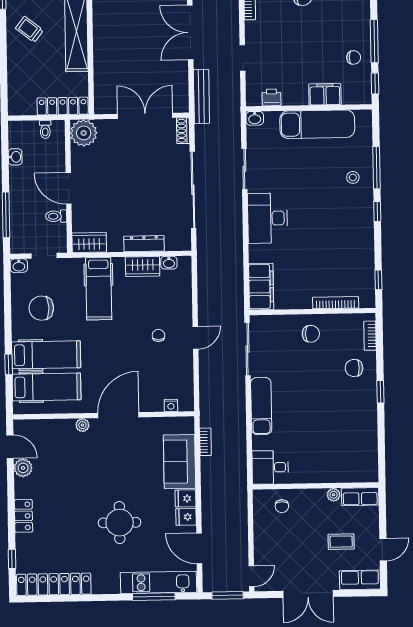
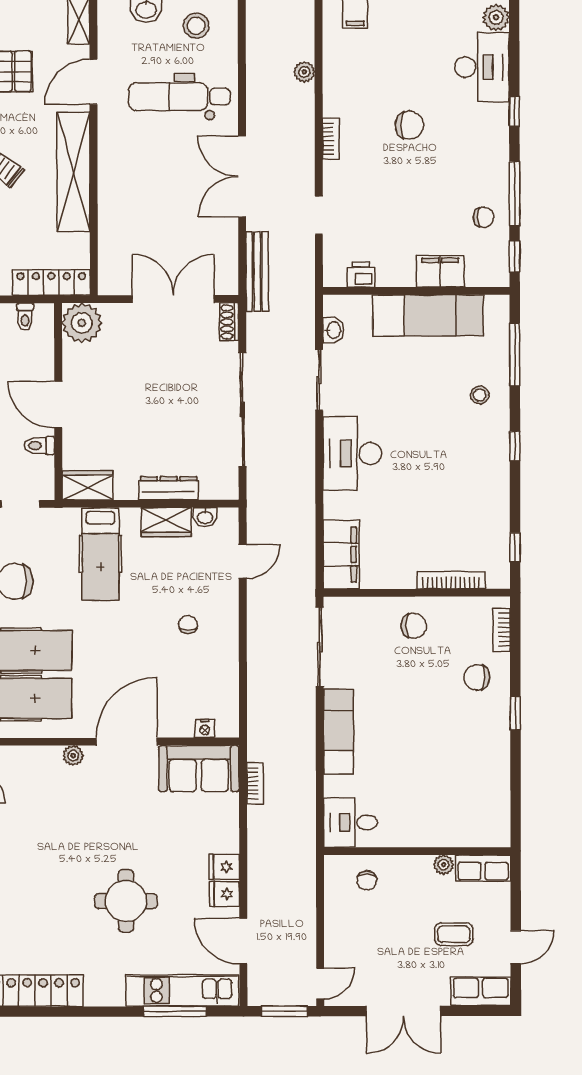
washbasin: (255, 118) -> (333, 330), moved, turned -90
window: (376, 168) -> (515, 354), moved
door: (196, 338) -> (243, 561), moved
sofa: (179, 462) -> (199, 768), moved, turned -90

